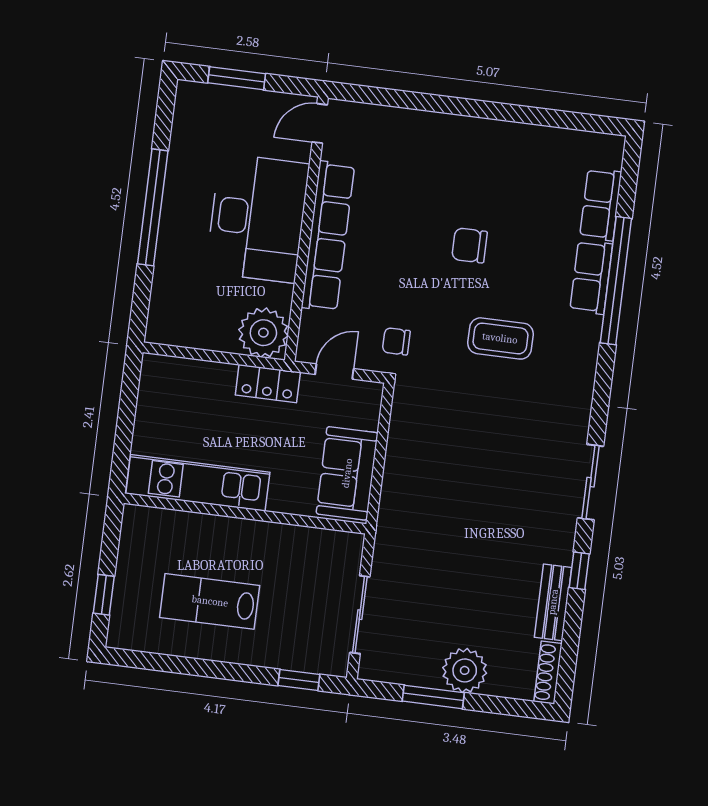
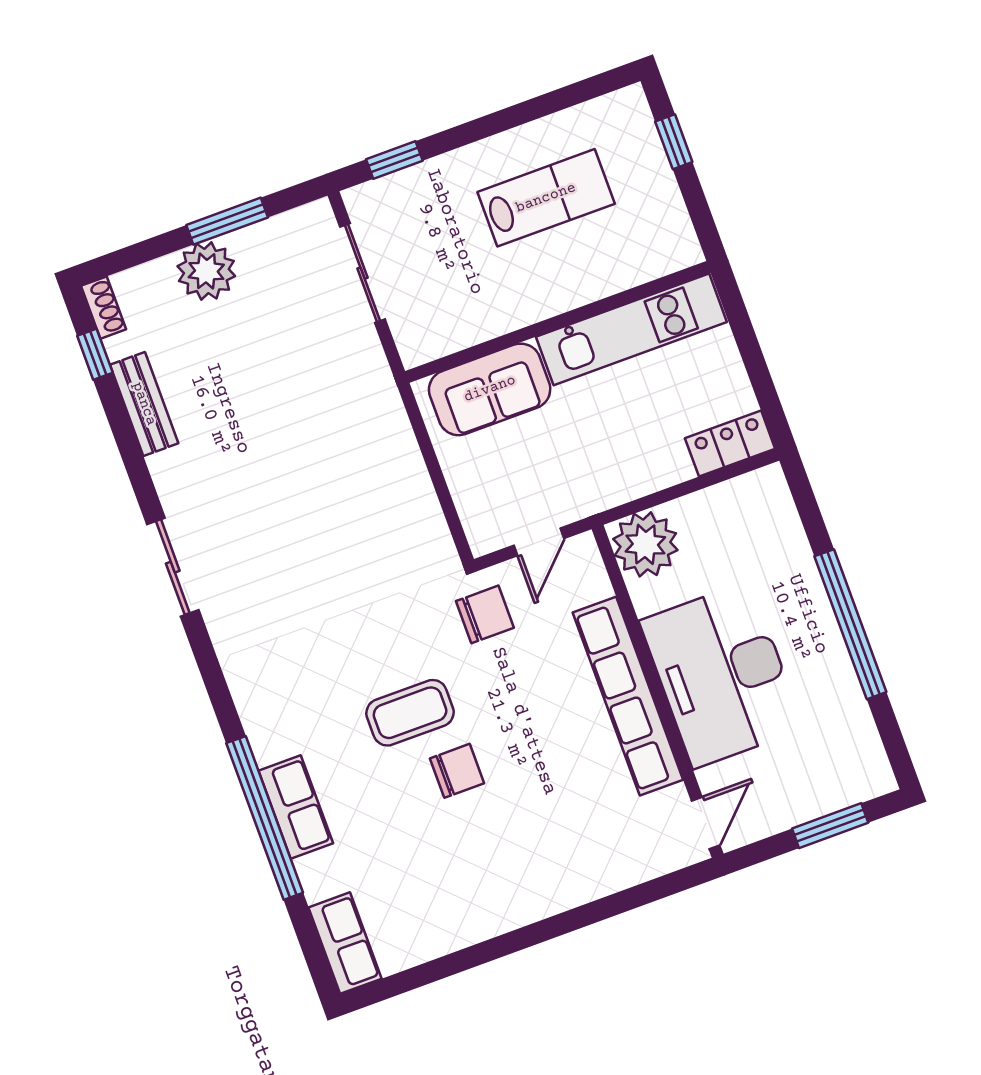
row of seats: (601, 204) -> (345, 943), moved
coffee table: (500, 338) -> (410, 713), moved
chair: (396, 341) -> (485, 614), width x1.37, depth x1.37
locker: (268, 384) -> (730, 443), moved
sofa: (347, 473) -> (490, 389), moved, turned 90
window: (579, 571) -> (95, 354), moved
shoe rack: (548, 673) -> (104, 308), width x0.70

